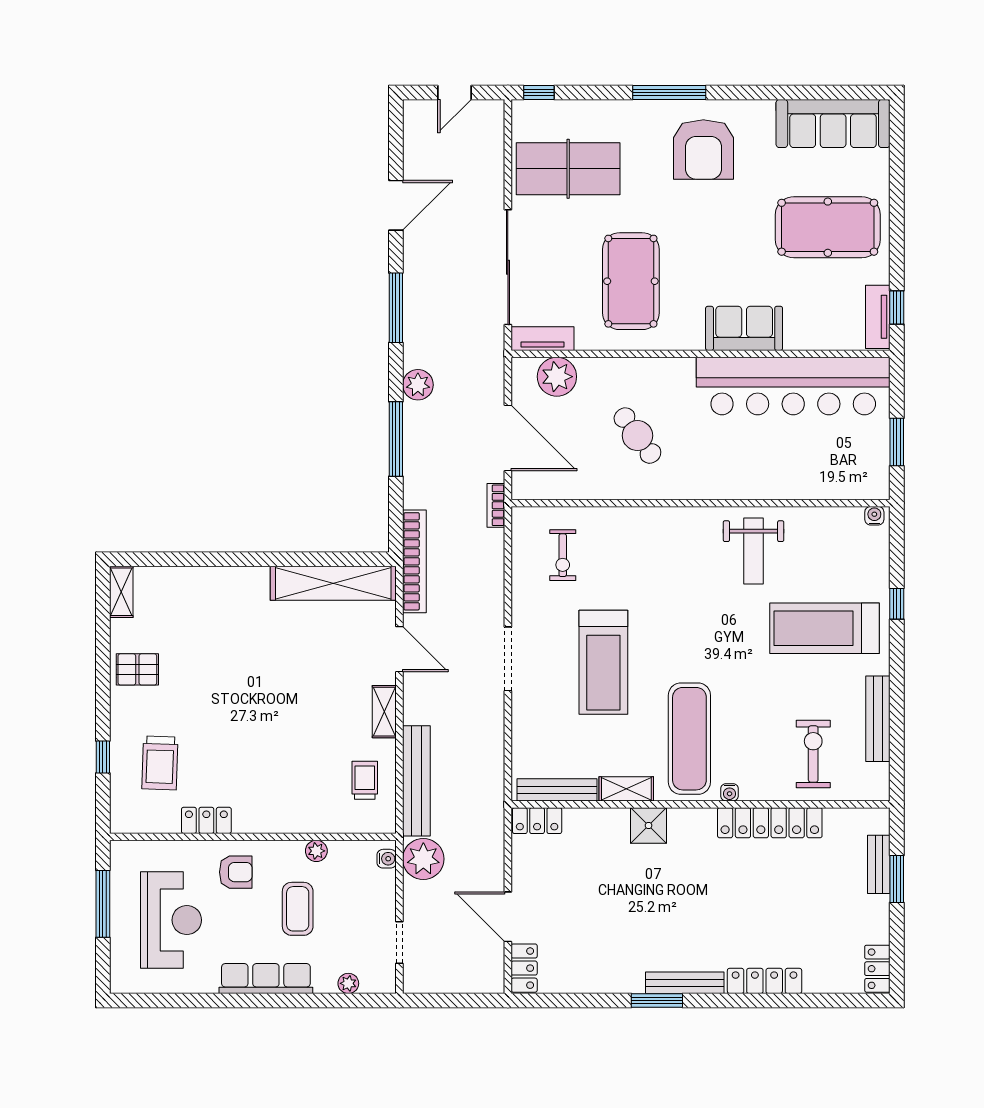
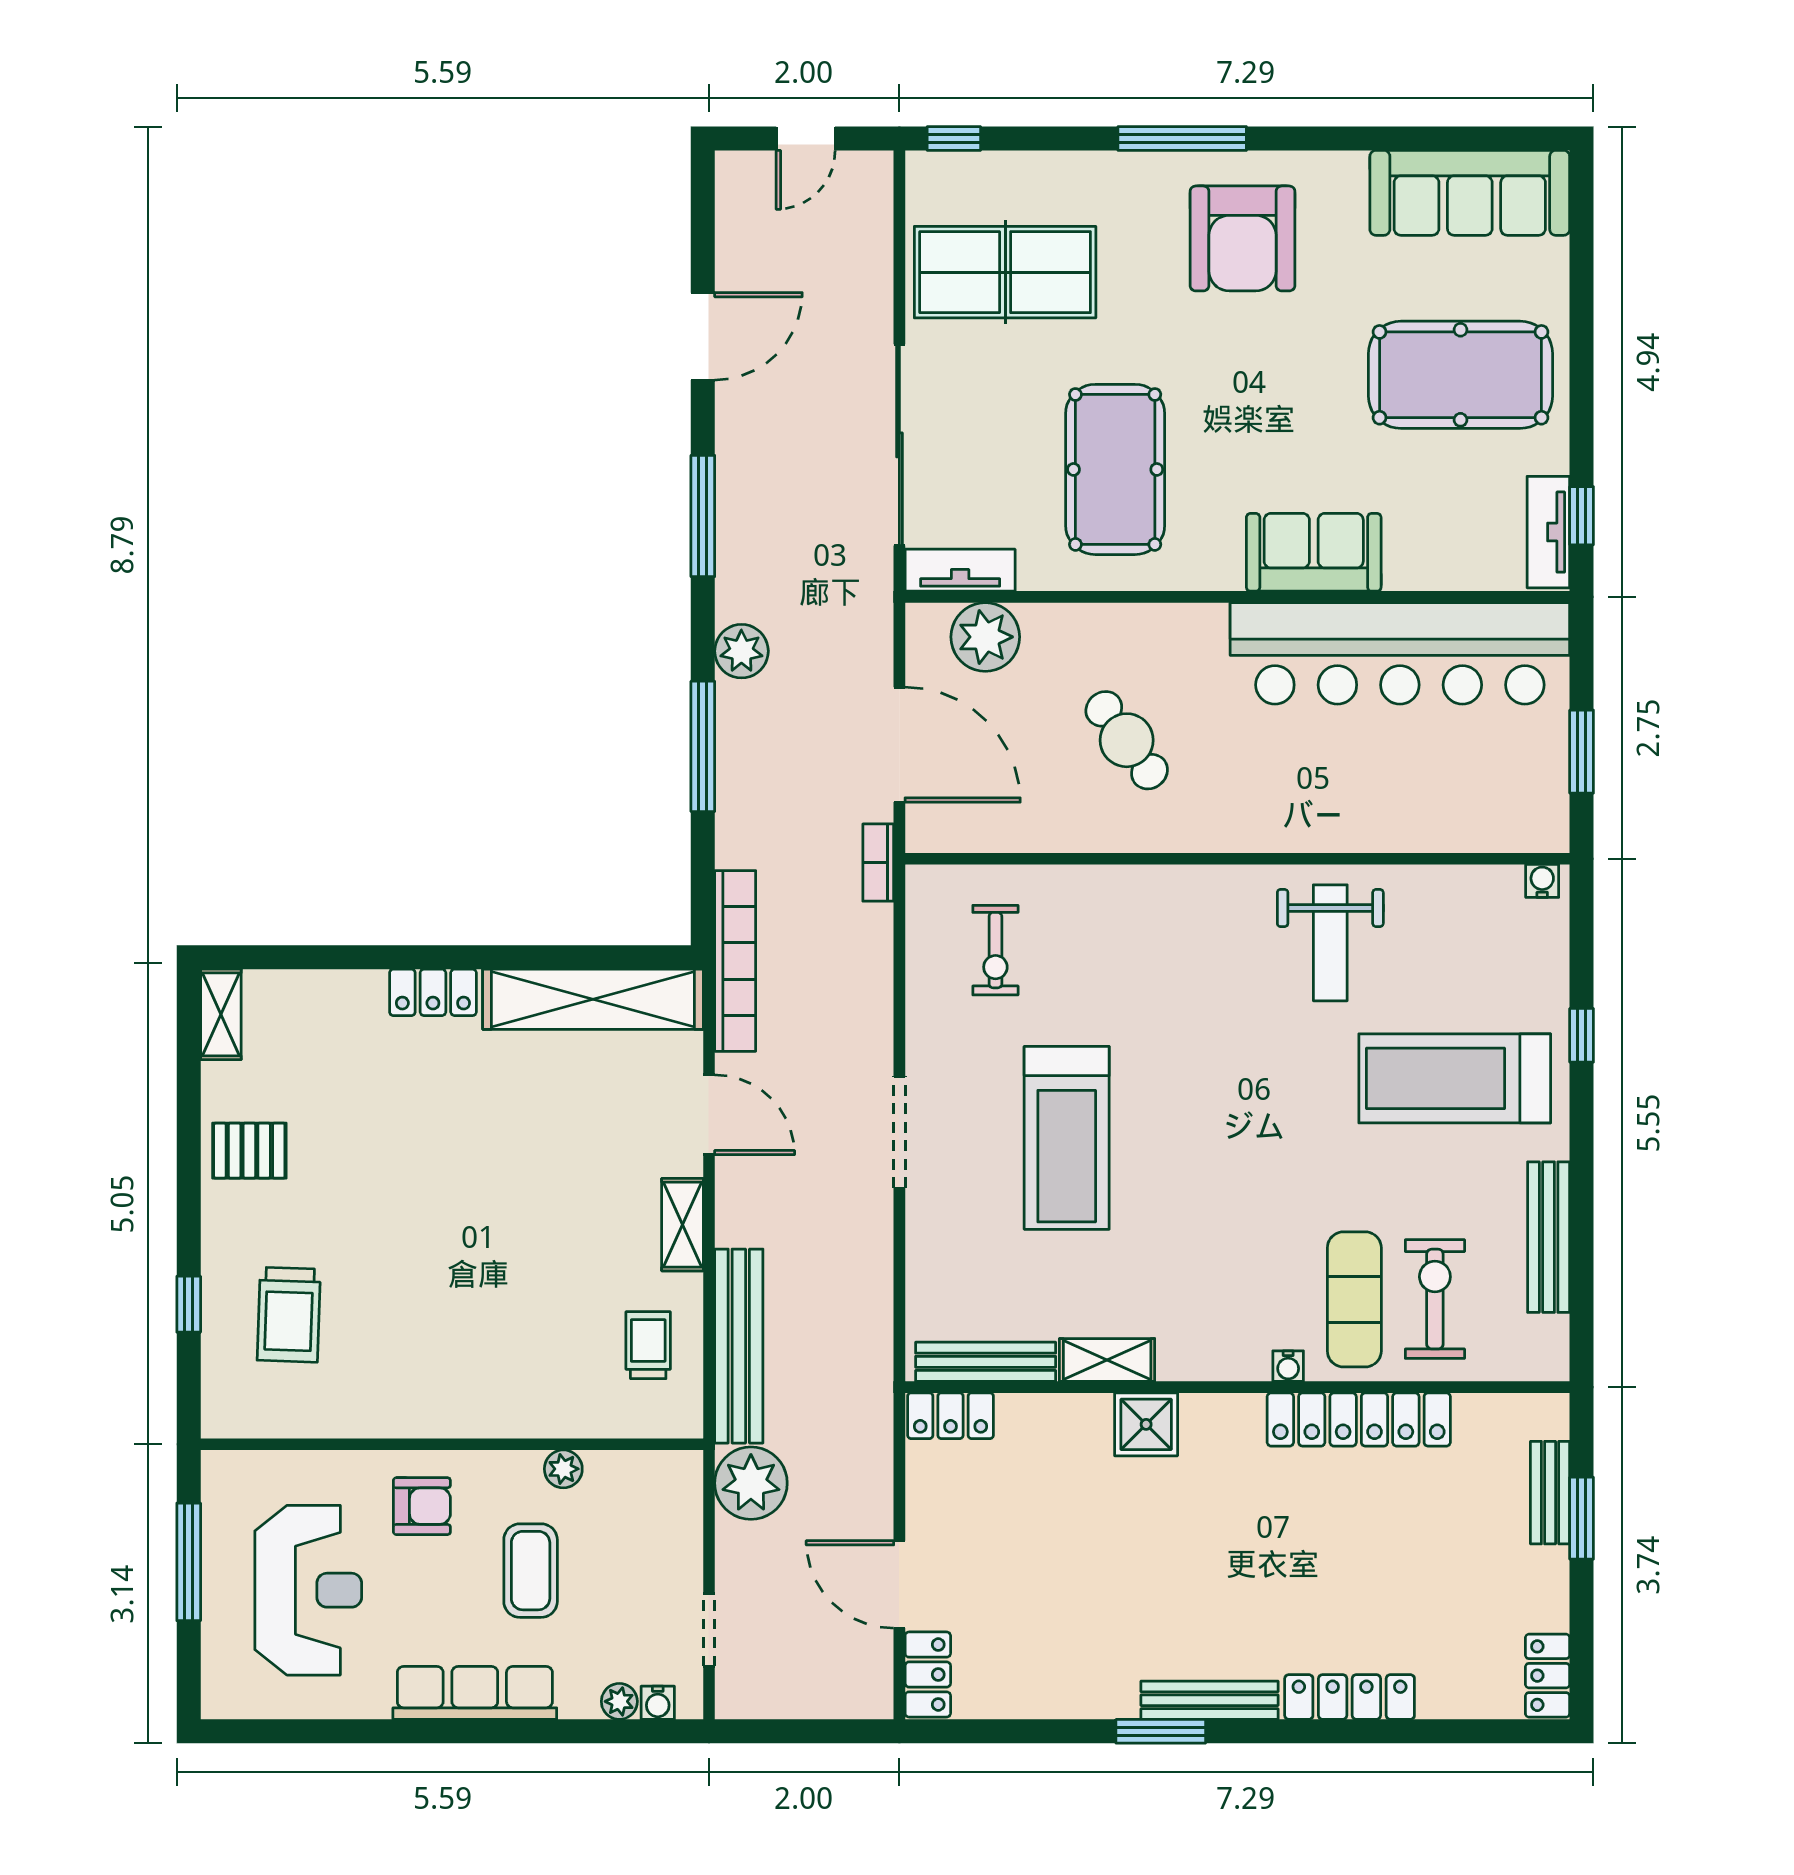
exercise mat: (689, 739) -> (1354, 1299), moved, width x0.73, depth x0.69
locker: (206, 820) -> (433, 992), moved, turned 180
water cooler: (387, 859) -> (658, 1703), moved, turned 90

